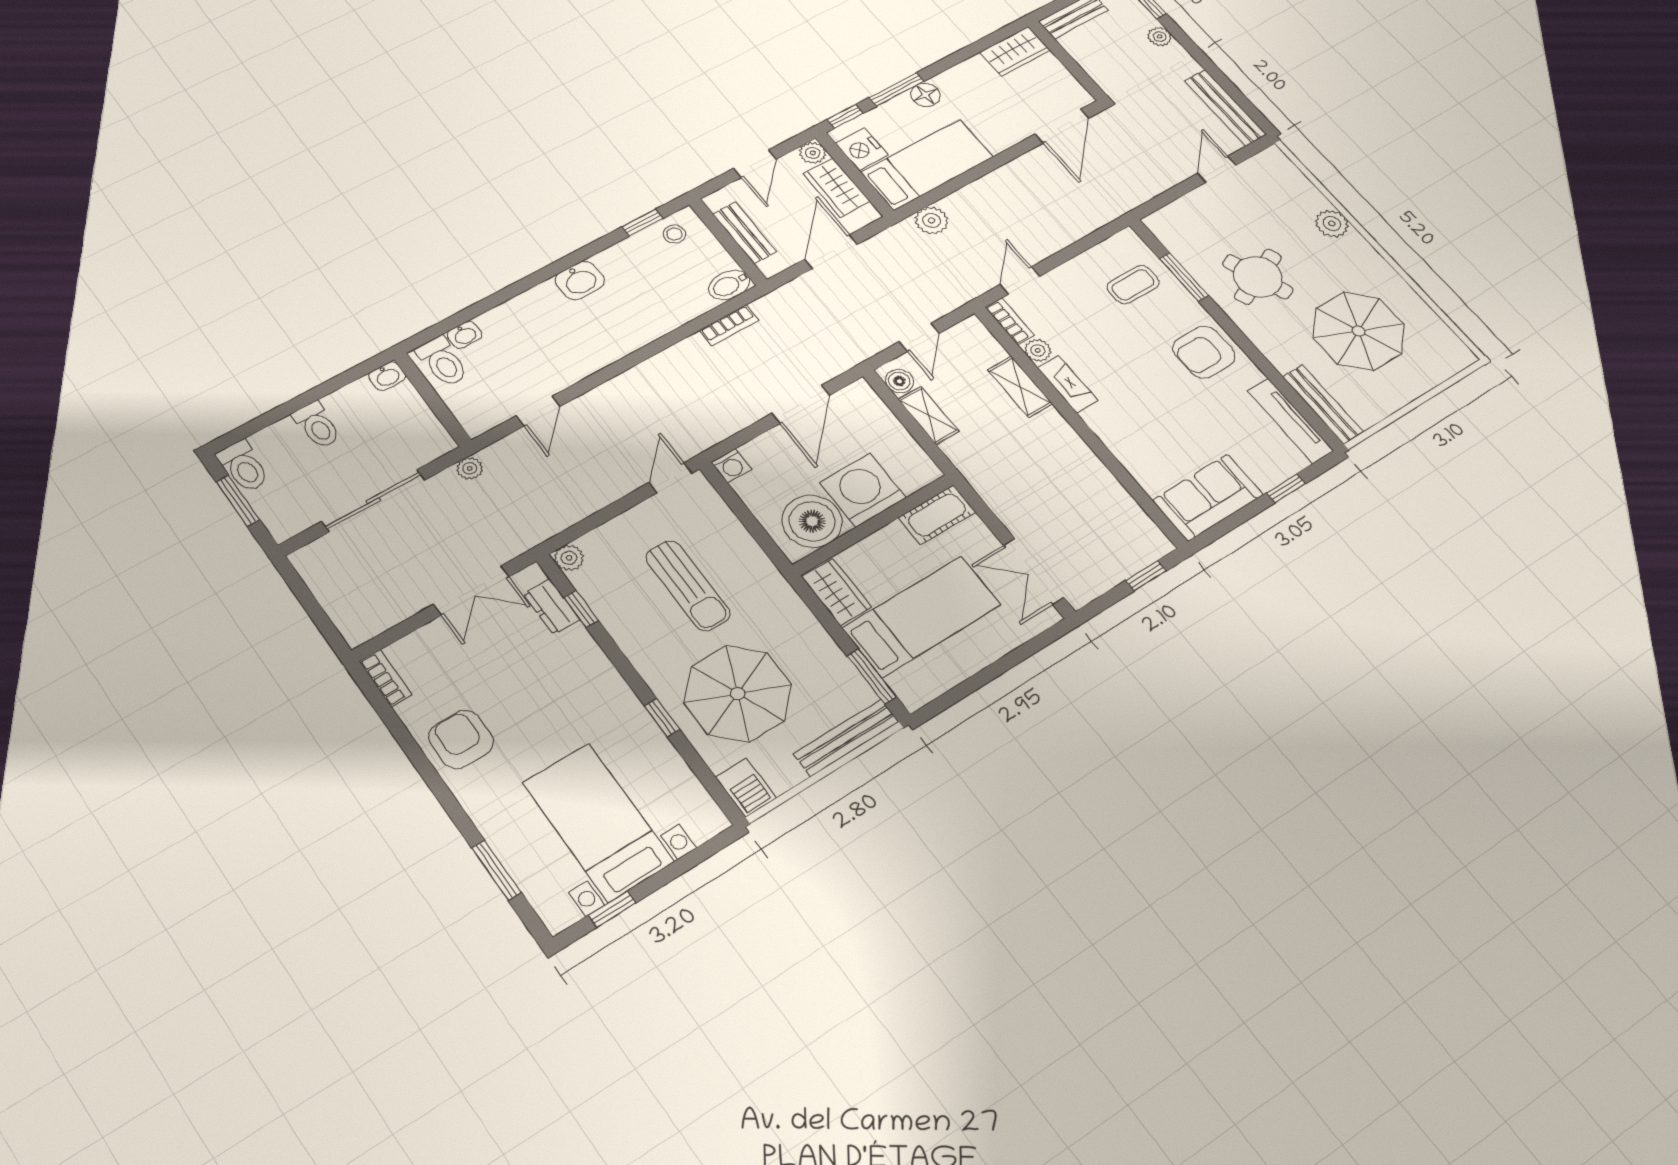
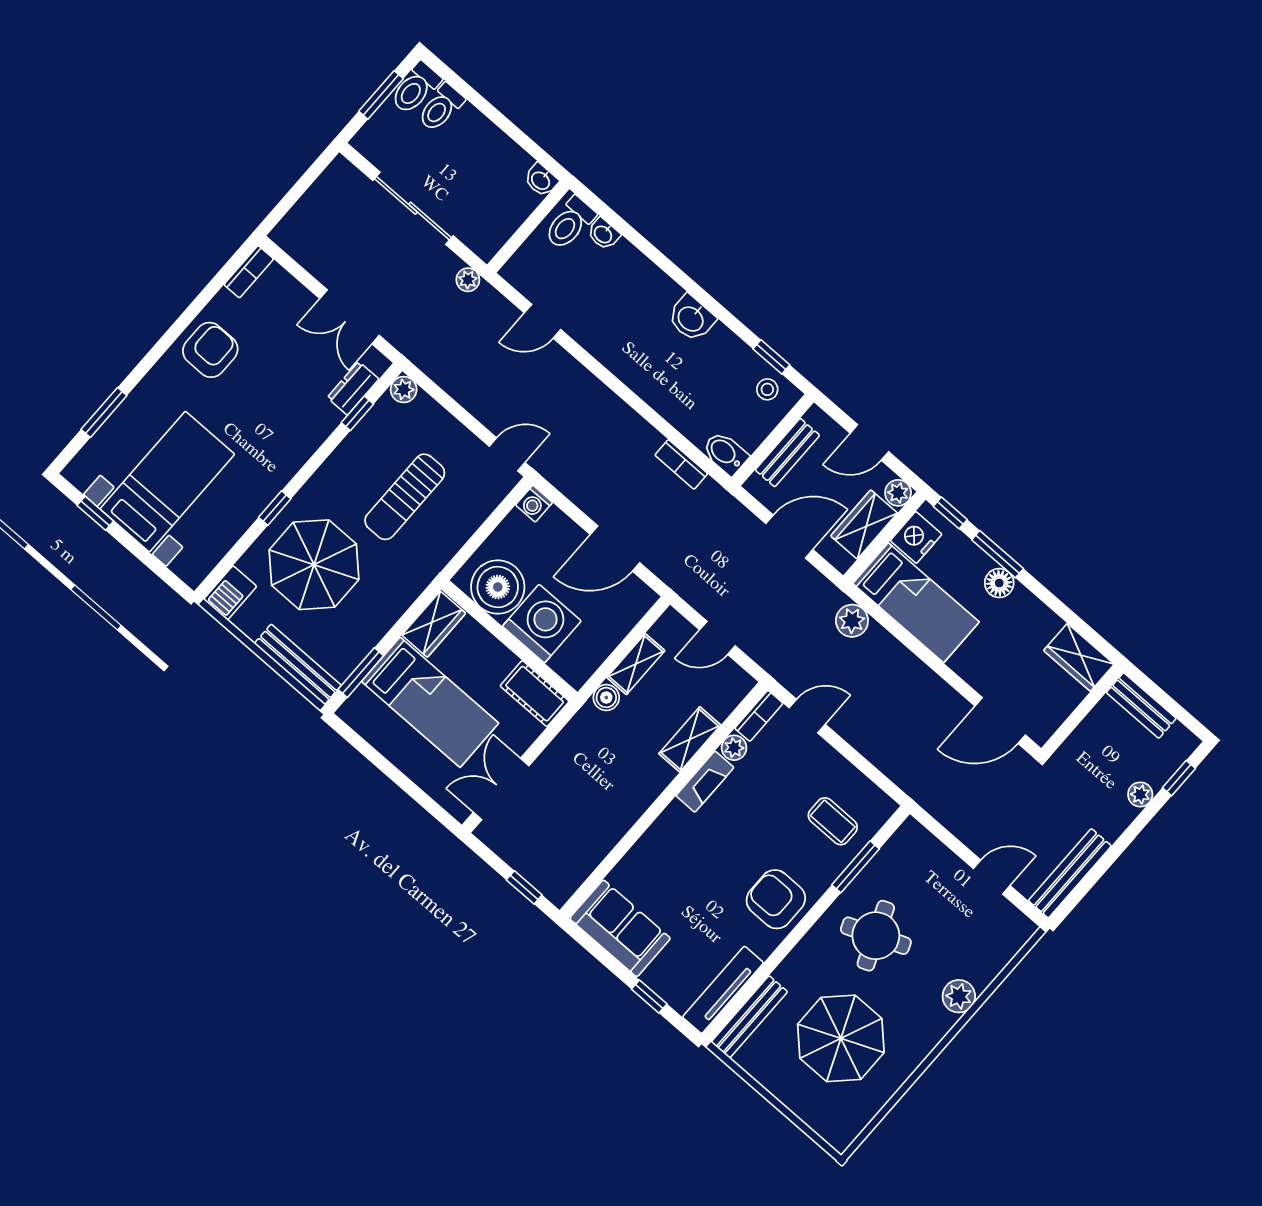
boiler: (899, 381) -> (606, 697), moved
toilet: (317, 425) -> (441, 108), moved

